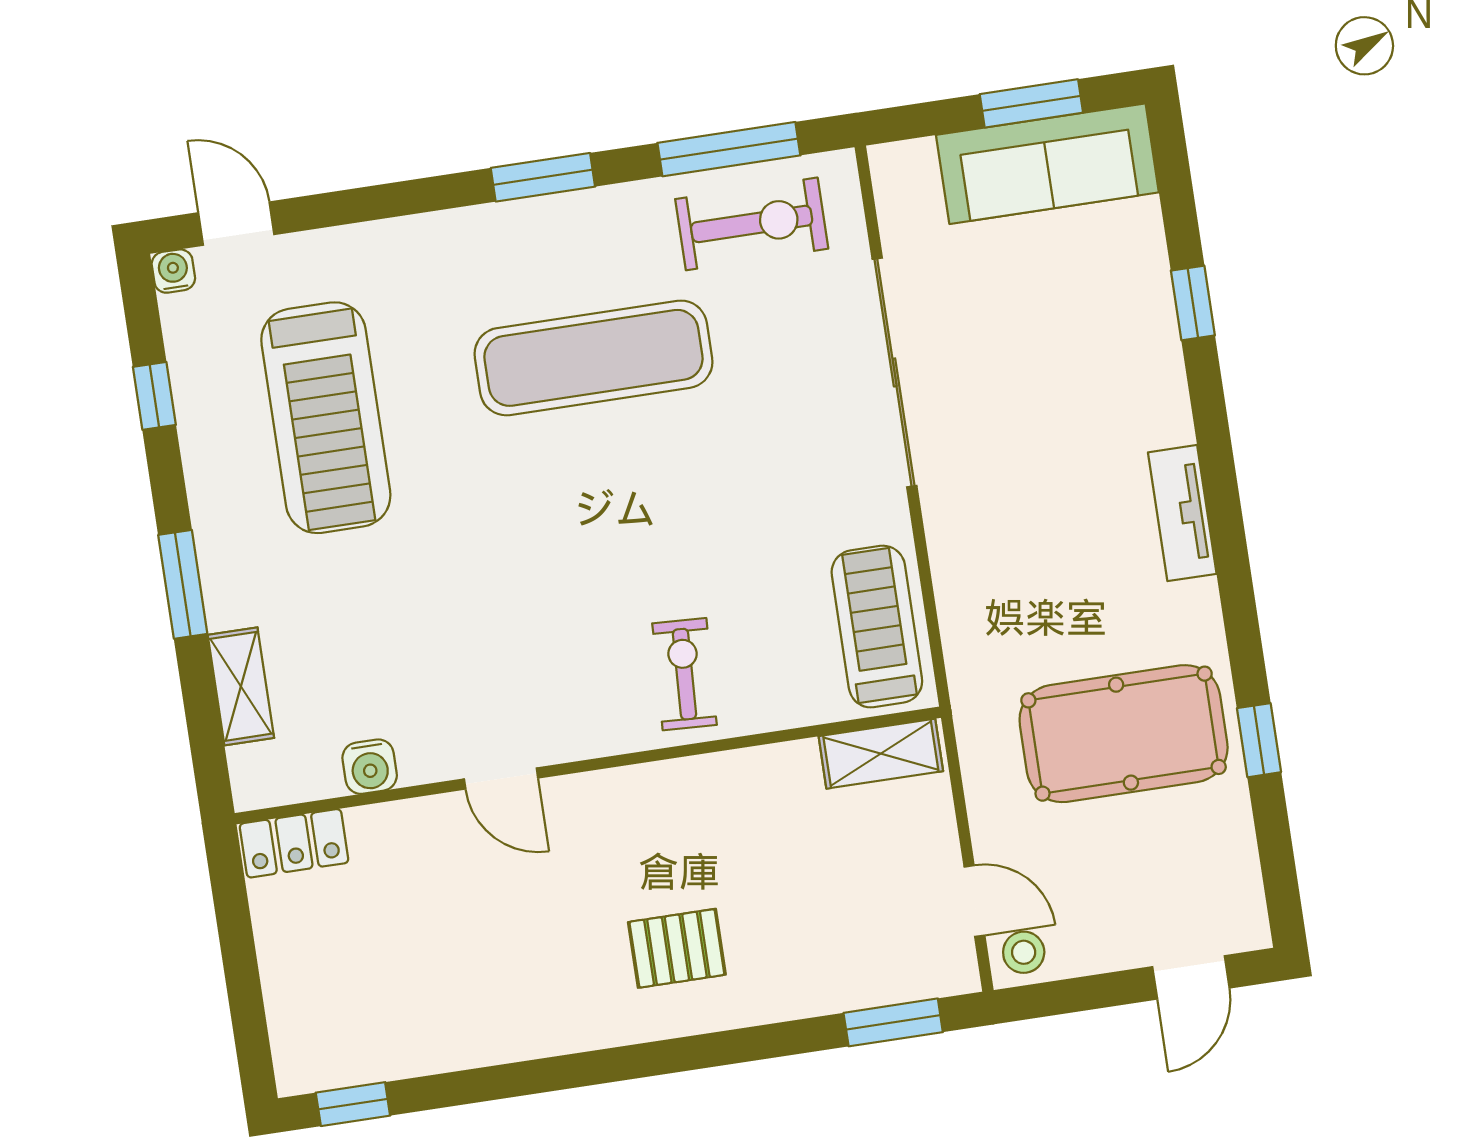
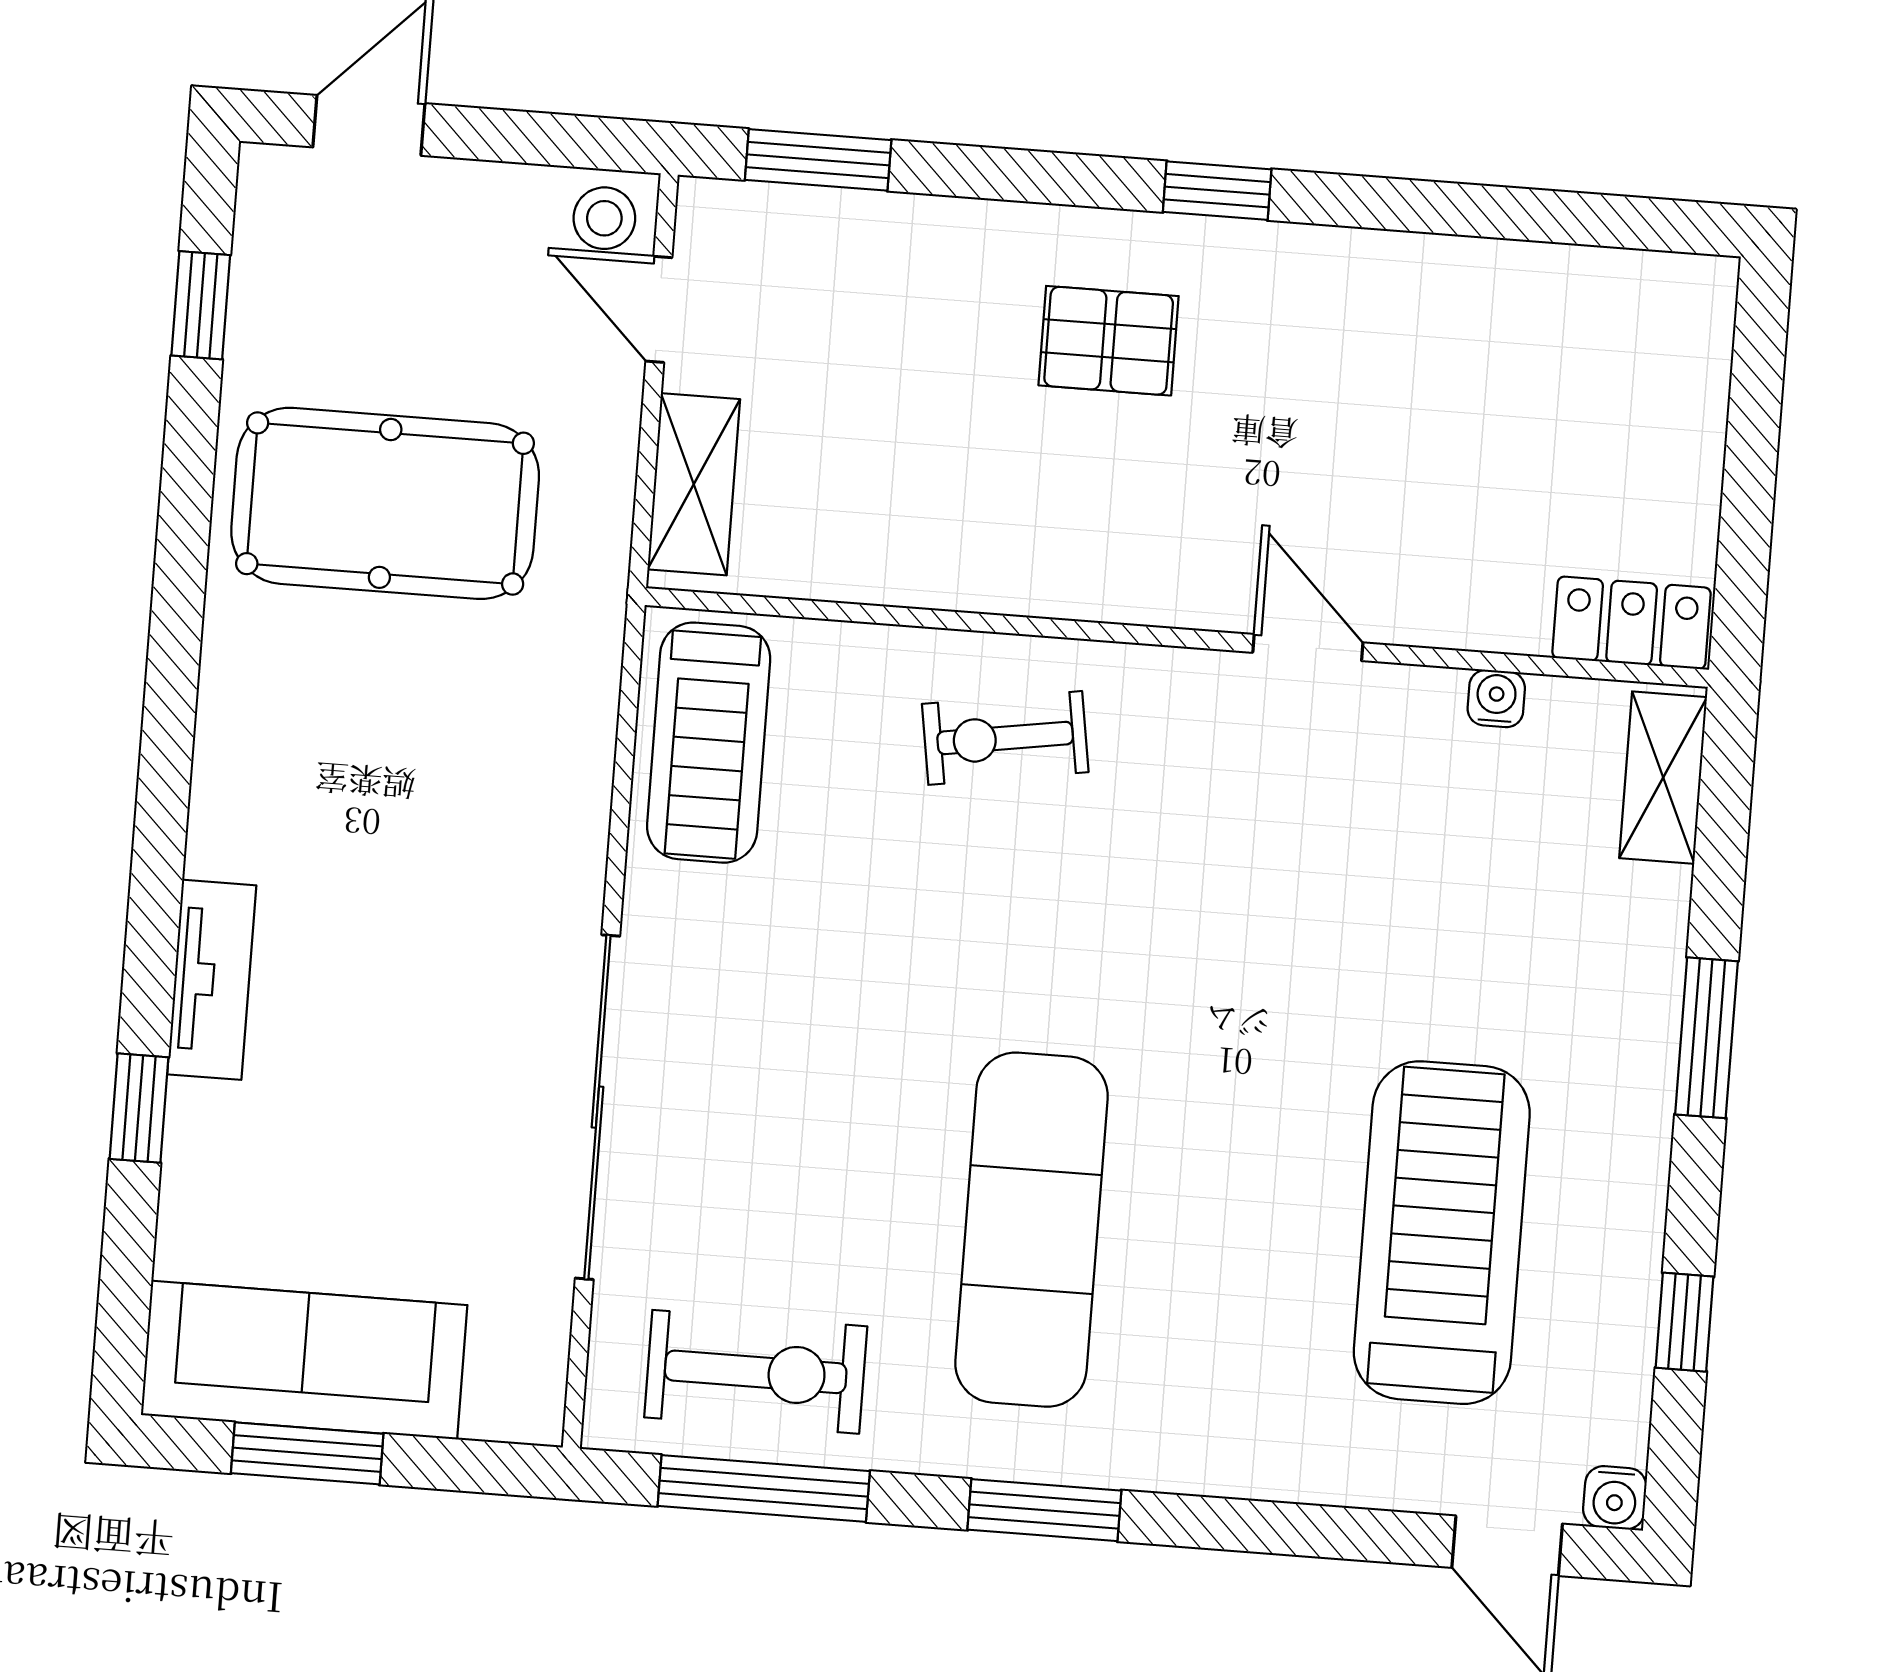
exercise bike: (752, 224) -> (756, 1372), turned 180
exercise mat: (593, 358) -> (1031, 1230), turned 90
tv unit: (1182, 513) -> (212, 980), moved
exercise bike: (685, 674) -> (1005, 738), turned 78
shelving: (241, 686) -> (1663, 778), moved
window: (1259, 740) -> (201, 305), moved
shelving: (881, 754) -> (694, 484), moved, turned 90
water cooler: (370, 767) -> (1496, 698), width x0.72, depth x0.72
window: (353, 1104) -> (1217, 191), moved

